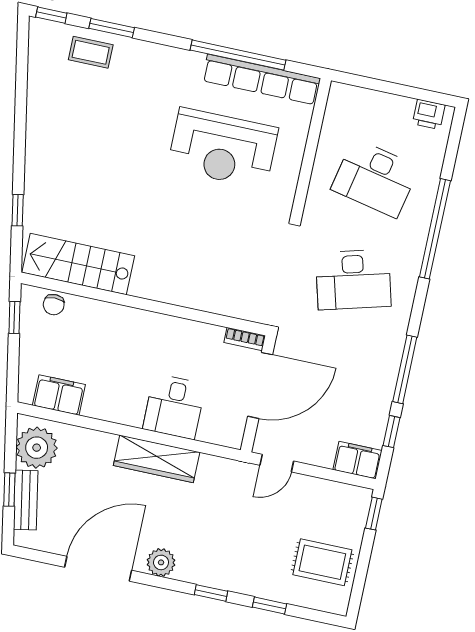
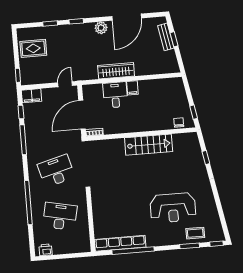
reception desk: (223, 148) -> (173, 208), moved, turned 180
stairs: (78, 264) -> (149, 145), moved
filing cabinet: (59, 395) -> (132, 88), moved, width x0.50
plant: (37, 448) -> (168, 60), removed

